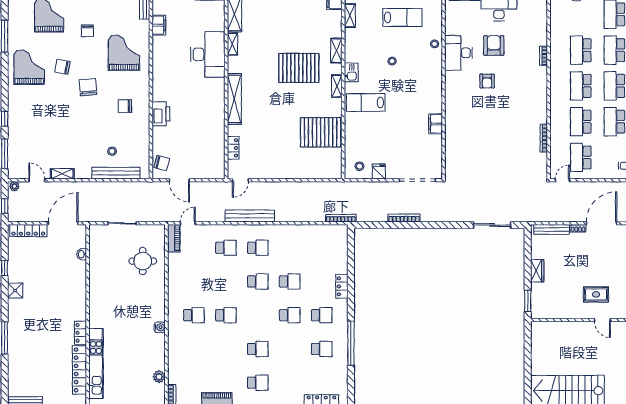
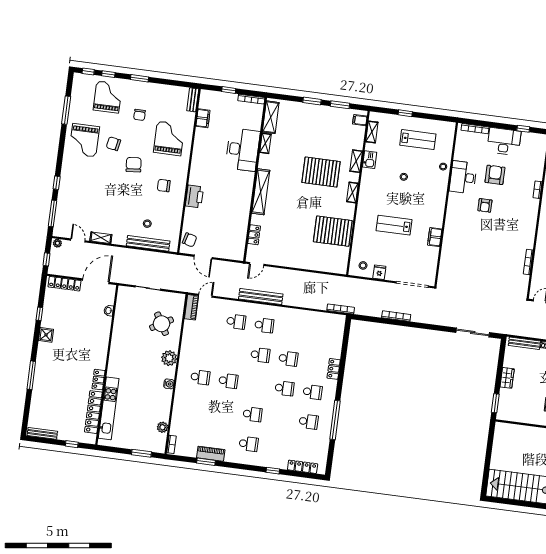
grand piano: (29, 67) -> (84, 140), turned 180
kitchen sink: (351, 72) -> (370, 160), moved
lab bench: (366, 102) -> (394, 225), moved
round table: (143, 261) -> (162, 324), turned -30
plant: (156, 298) -> (169, 358), added

